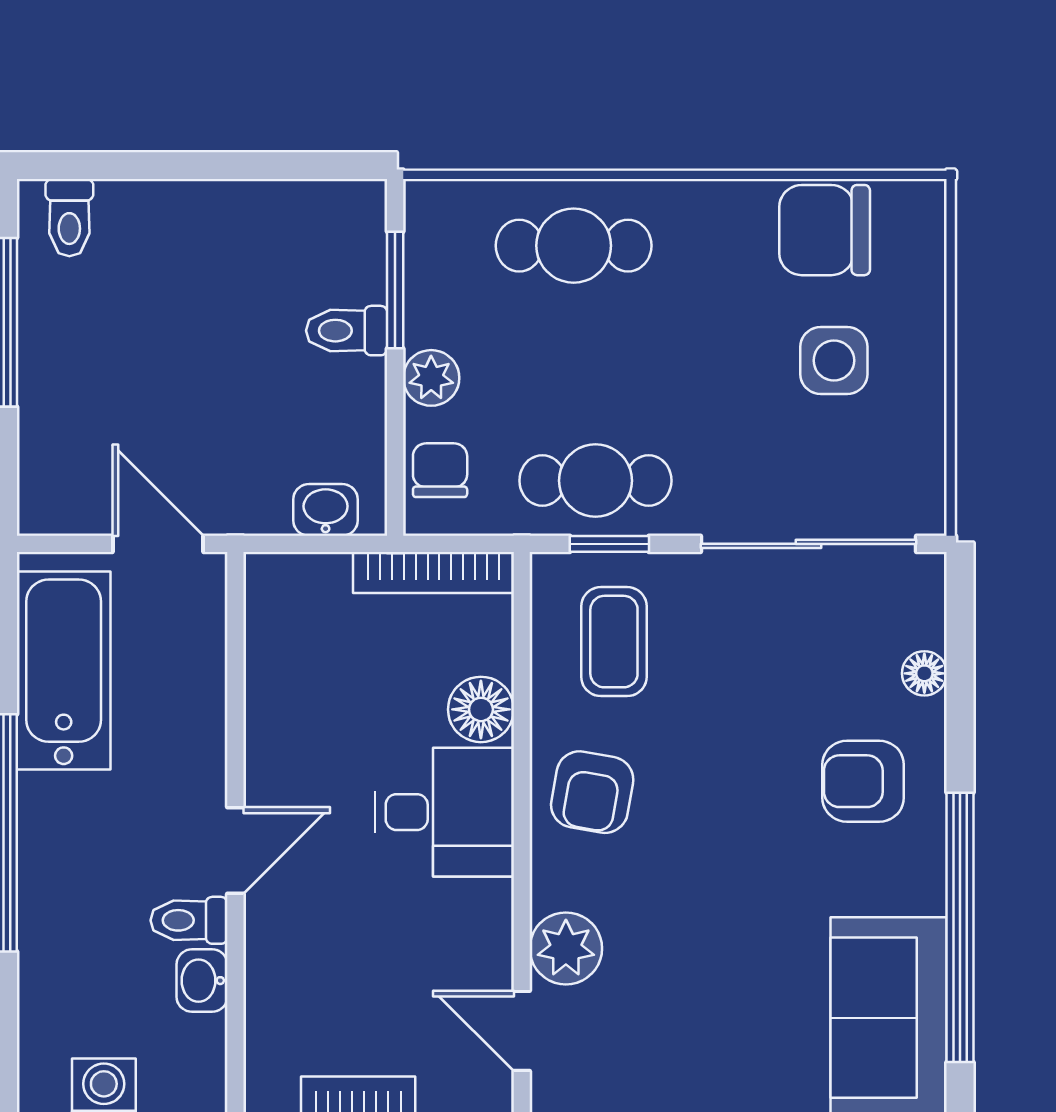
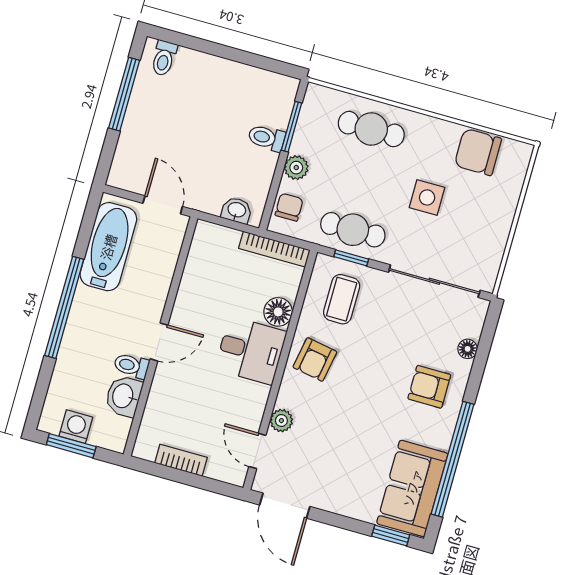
side table: (834, 360) -> (427, 197), moved
plant: (566, 948) -> (281, 421), width x0.73, depth x0.73
washbasin: (202, 981) -> (124, 396), width x1.38, depth x1.45

